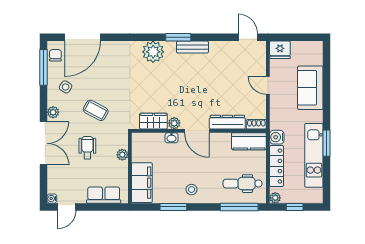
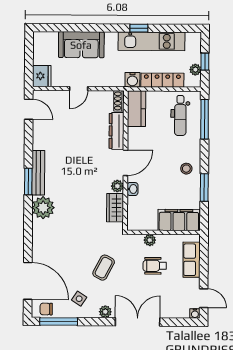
door: (248, 37) -> (29, 109), swing flipped
bench: (192, 47) -> (38, 173), width x1.36
window: (327, 143) -> (139, 28), width x0.67
wheelchair: (87, 148) -> (155, 266), moved
plant: (275, 198) -> (195, 70), moved

